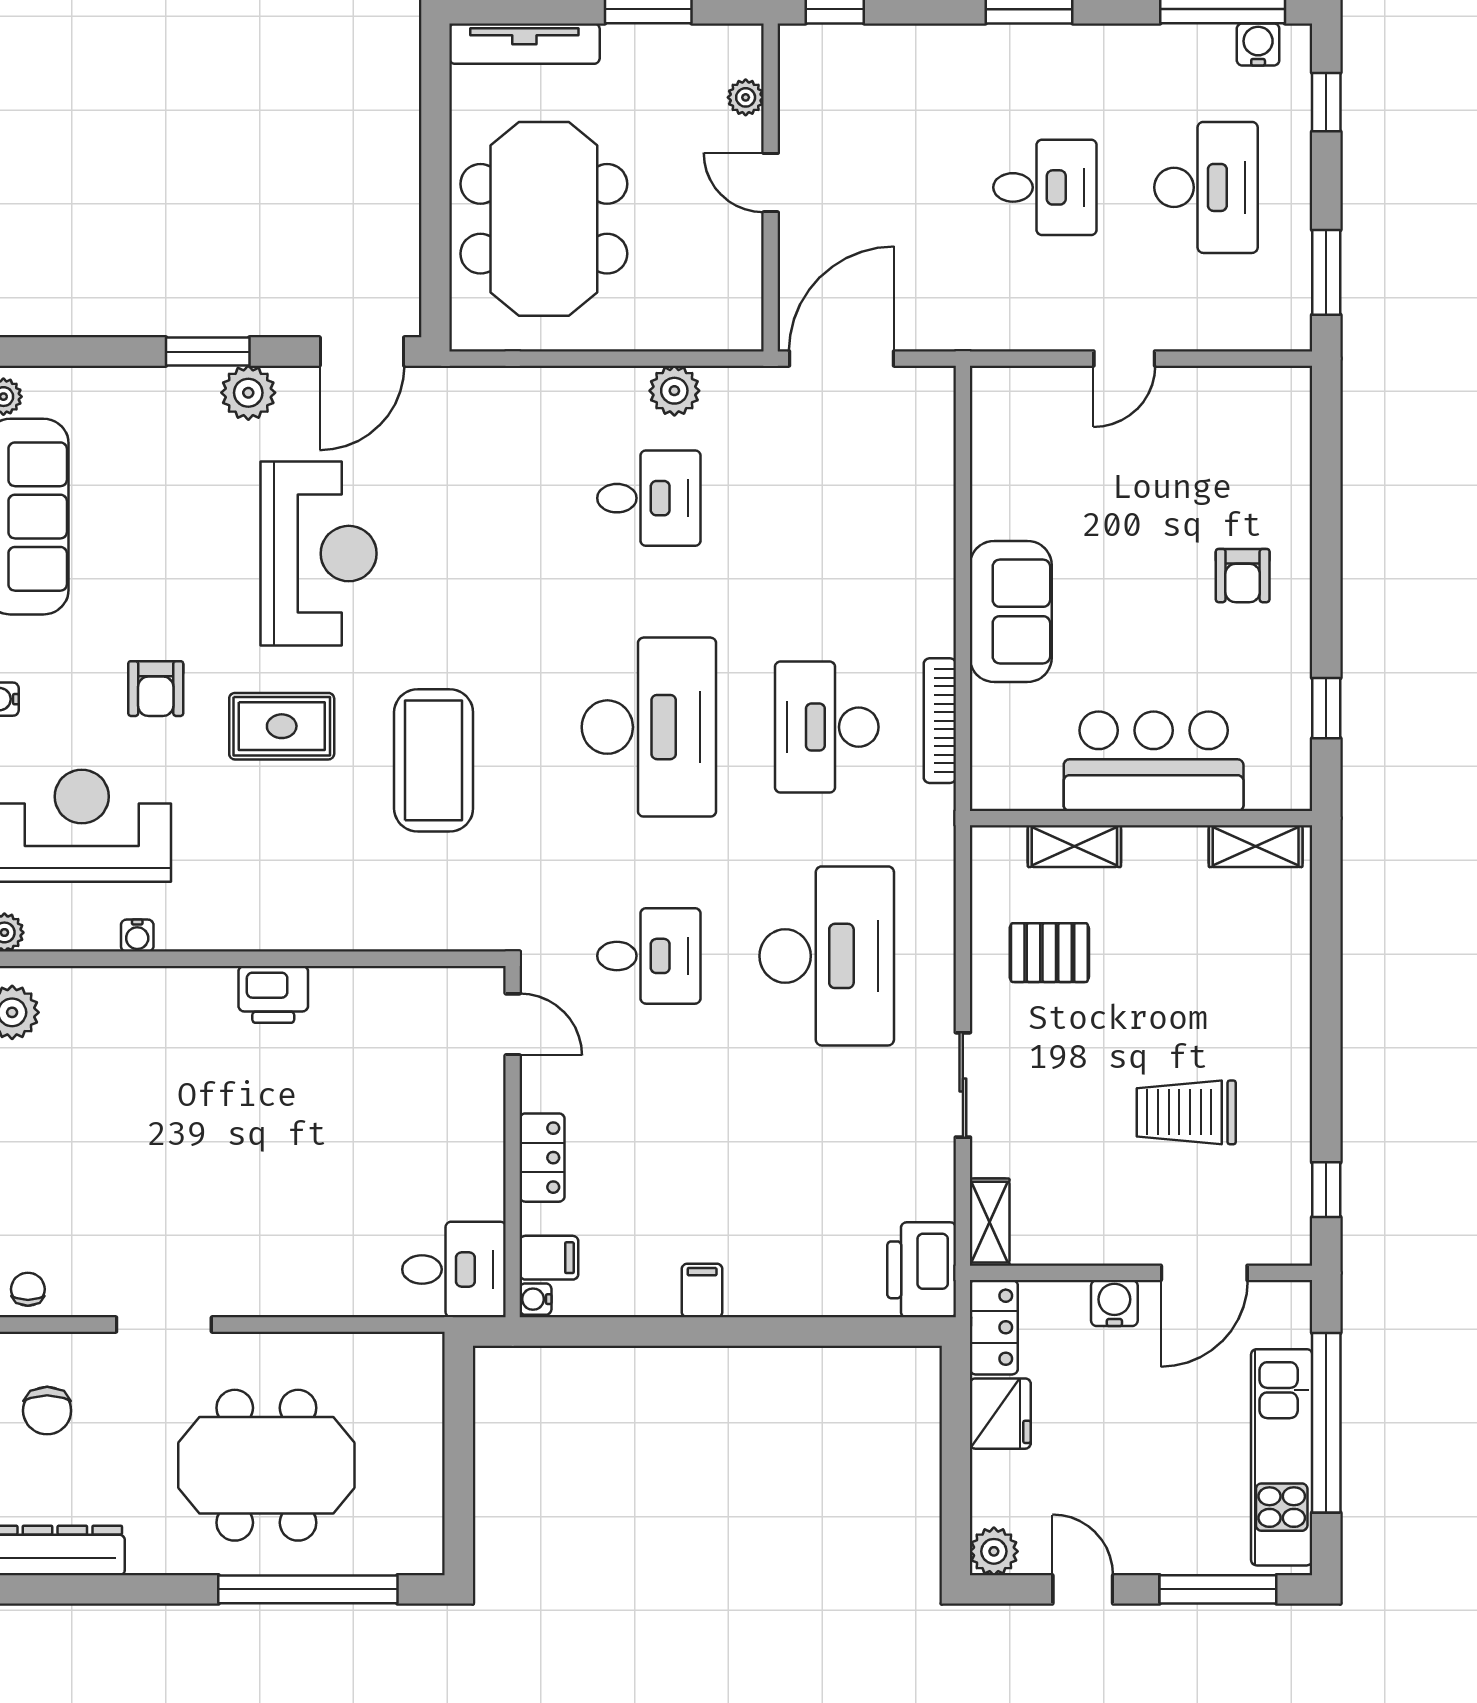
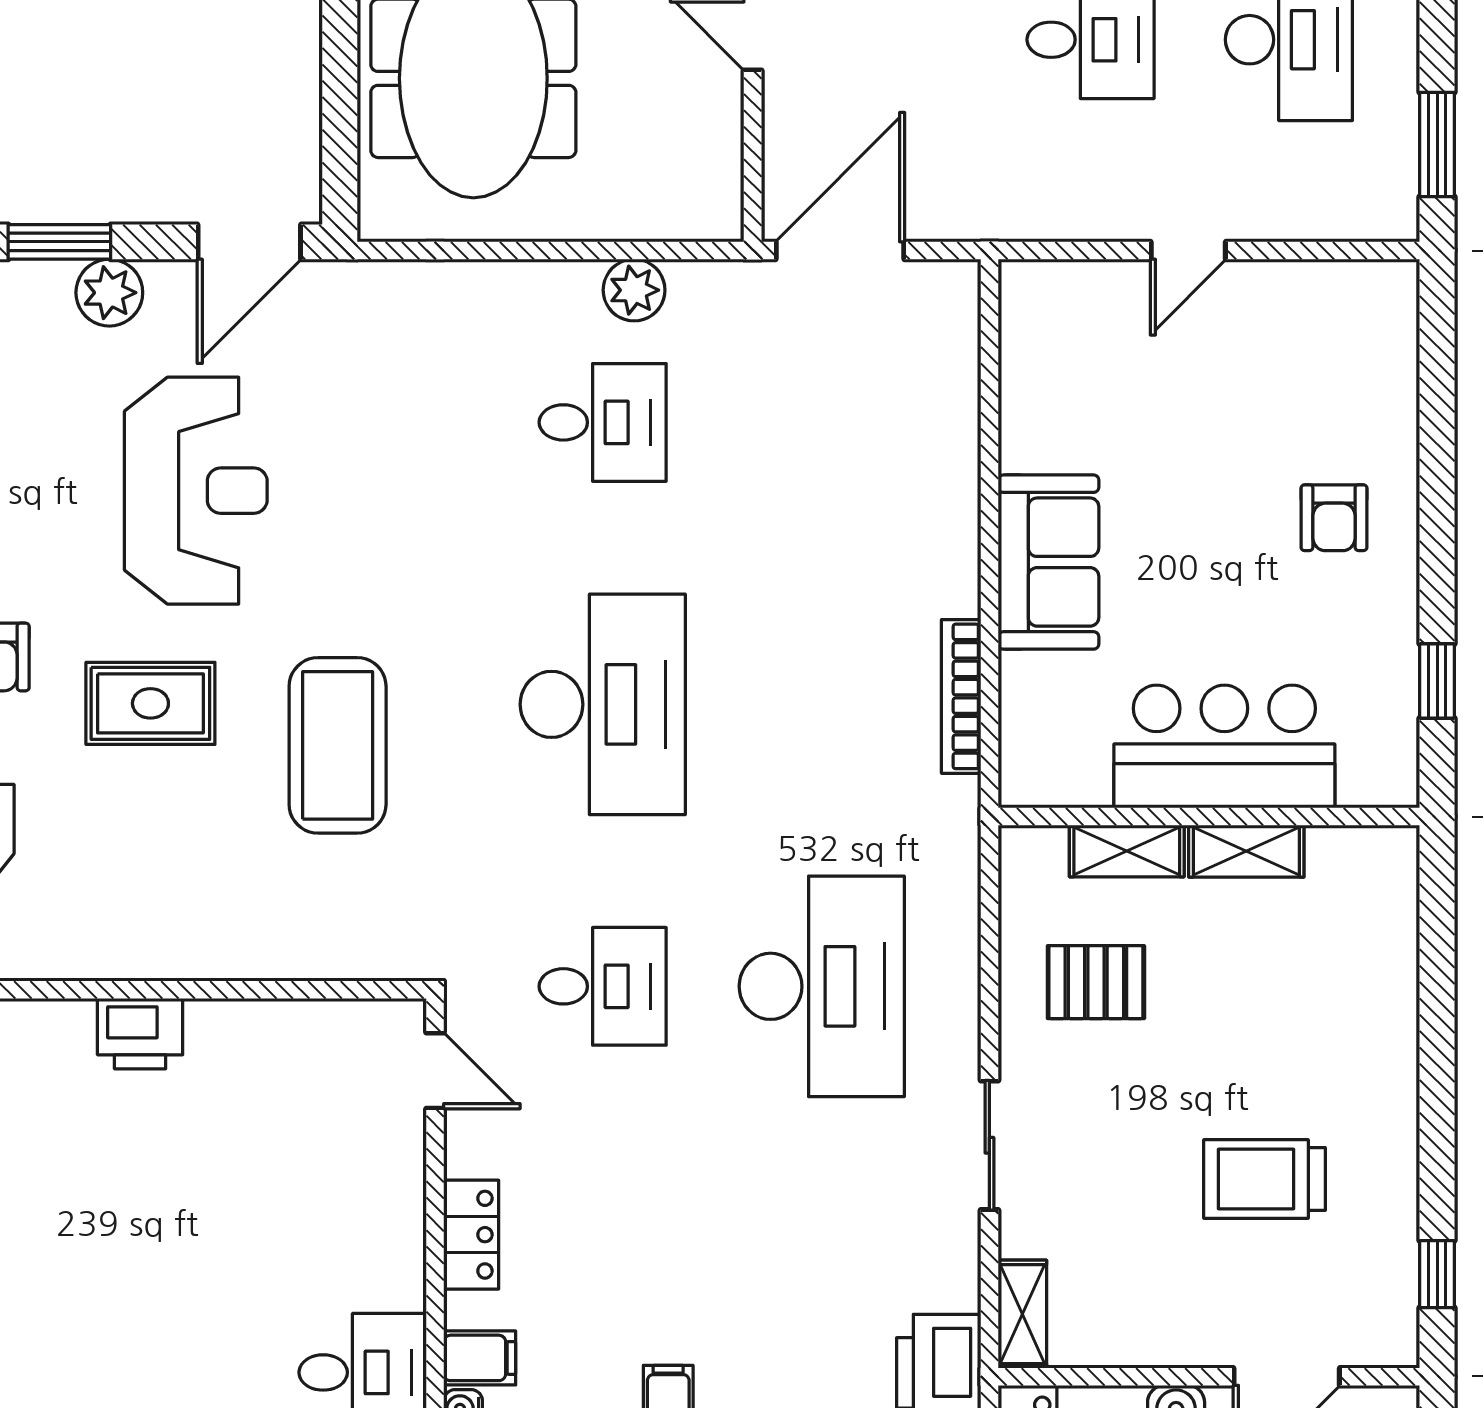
desk: (827, 727) -> (822, 704), removed
shelving: (1256, 846) -> (1246, 851), moved

